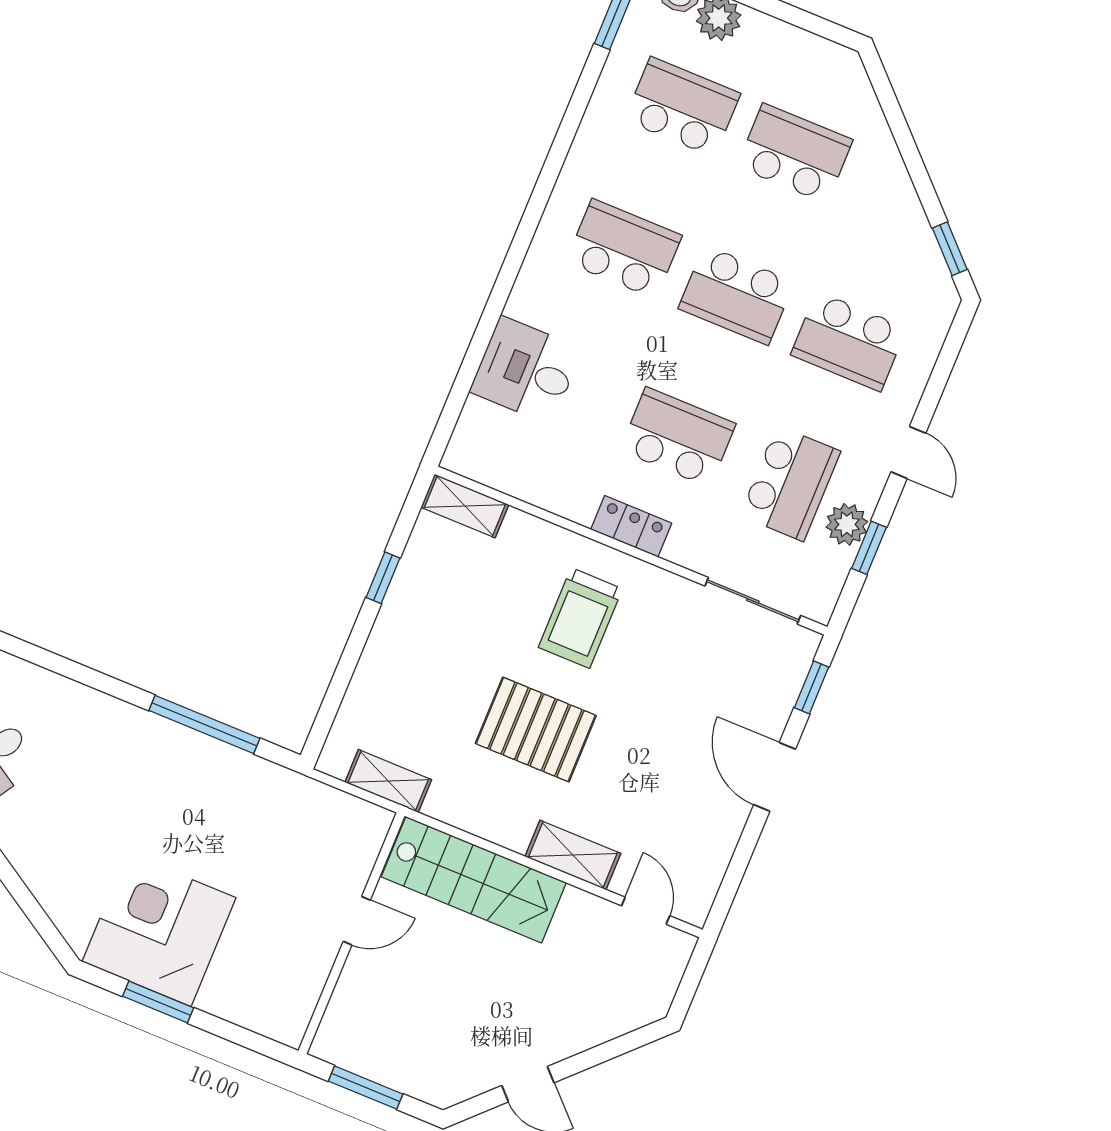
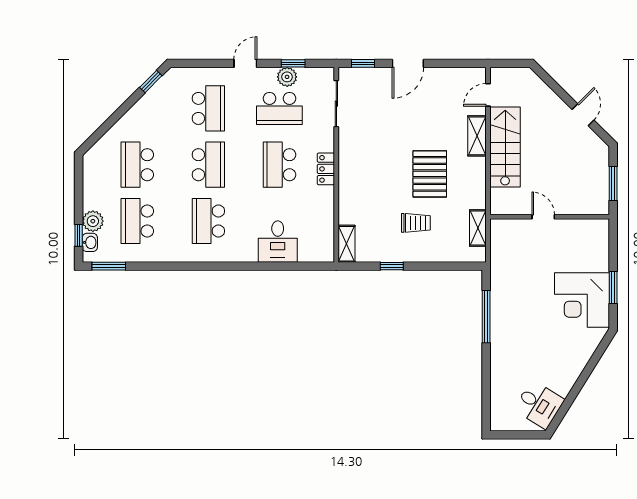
school desk: (790, 483) -> (279, 108), turned 180
trolley: (580, 618) -> (416, 223), moved, width x0.73, depth x0.72
stairs: (474, 880) -> (505, 147), moved

